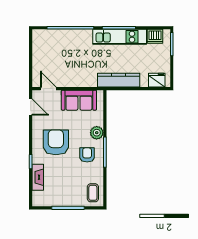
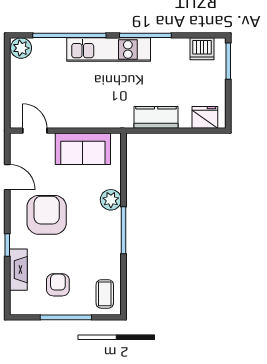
plant: (39, 36) -> (21, 48), added
kitchen unit: (120, 37) -> (109, 49), moved
kitchen counter: (119, 80) -> (156, 117), width x0.67
door: (31, 107) -> (7, 177), moved
armchair: (87, 155) -> (58, 285), moved

